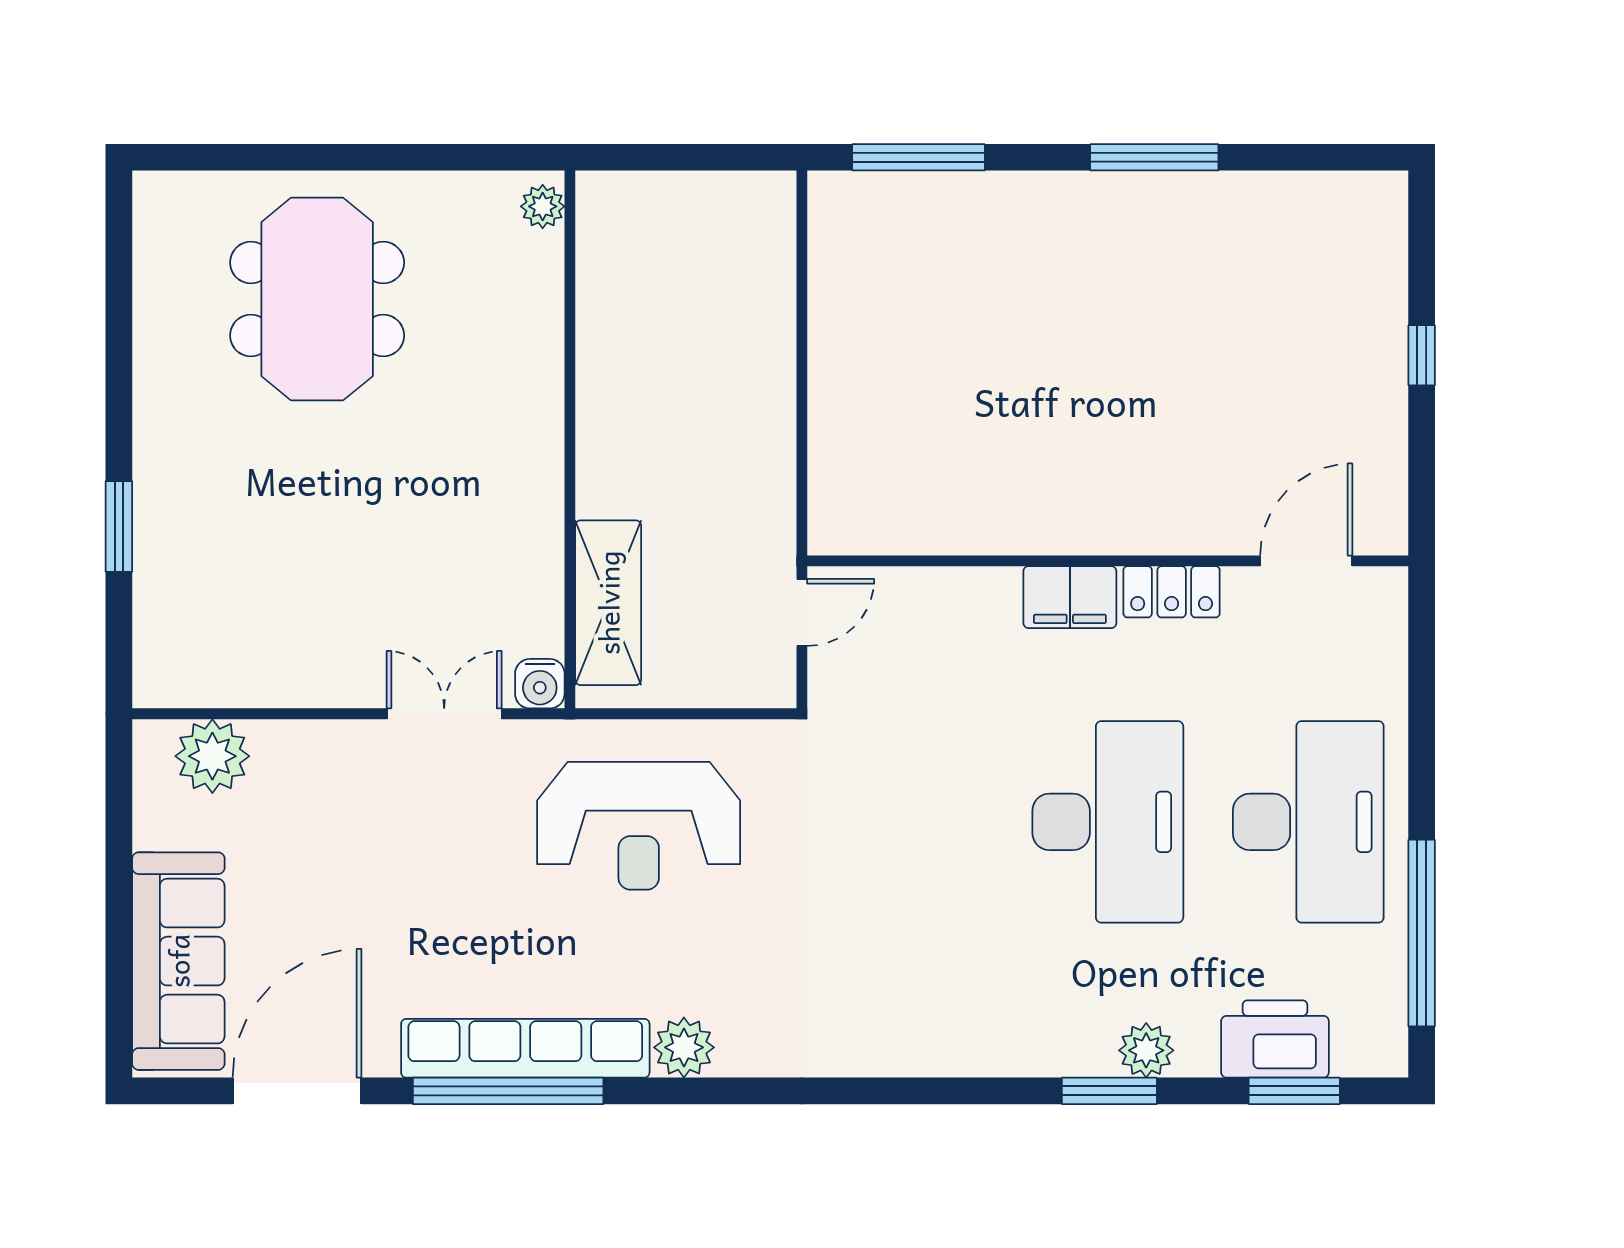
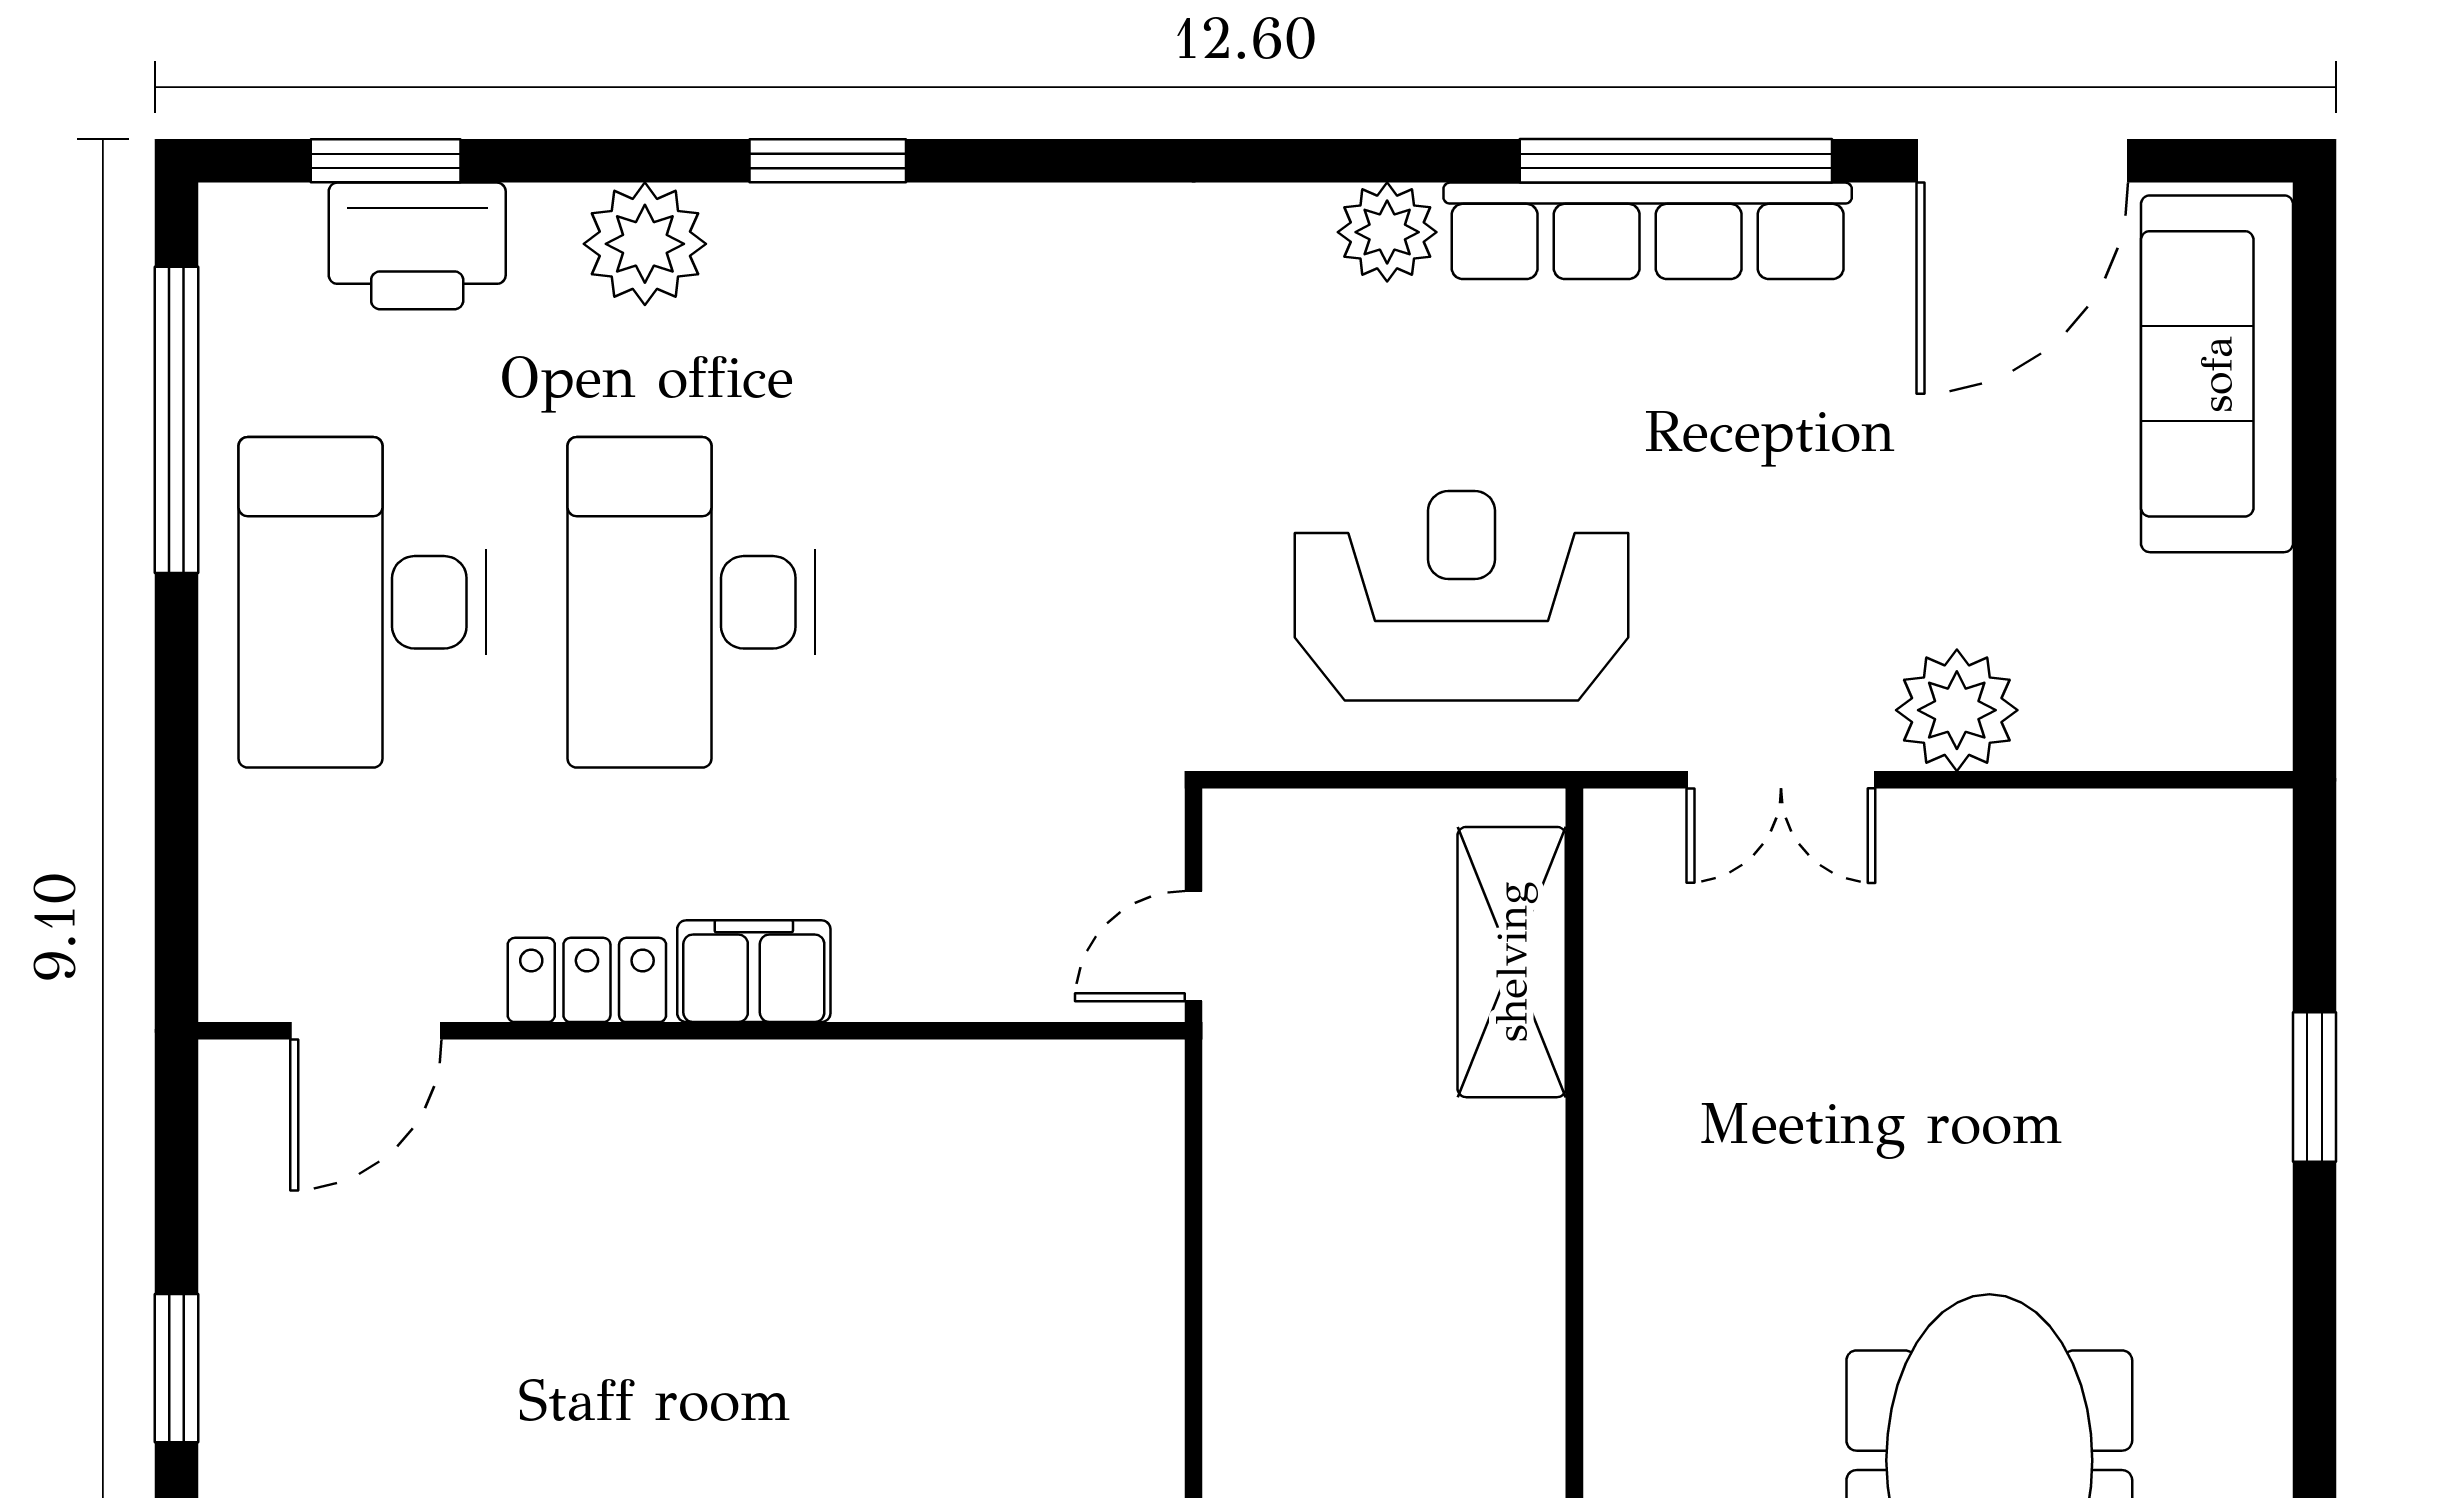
window: (1422, 355) -> (176, 1368), width x1.50
water cooler: (540, 684) -> (1624, 829), removed
plant: (212, 756) -> (1957, 710), moved
plant: (1146, 1050) -> (645, 244), width x1.36, depth x1.36
window: (1109, 1091) -> (828, 161), moved

